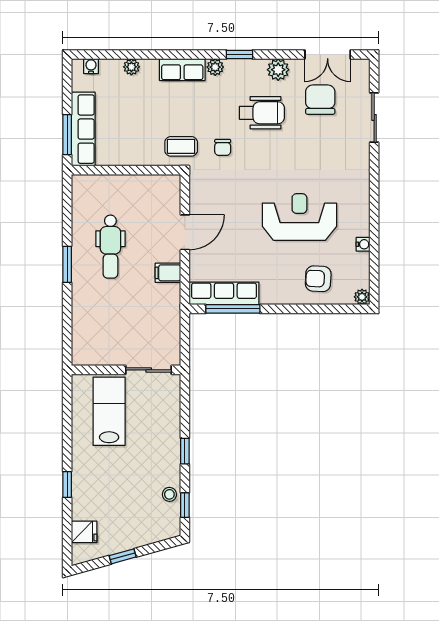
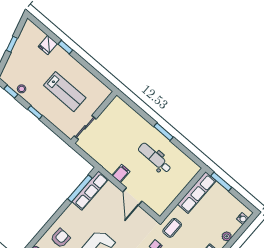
row of seats: (83, 129) -> (197, 192), moved, turned -90
lab bench: (109, 411) -> (65, 92), moved
fridge: (84, 532) -> (48, 45), moved

